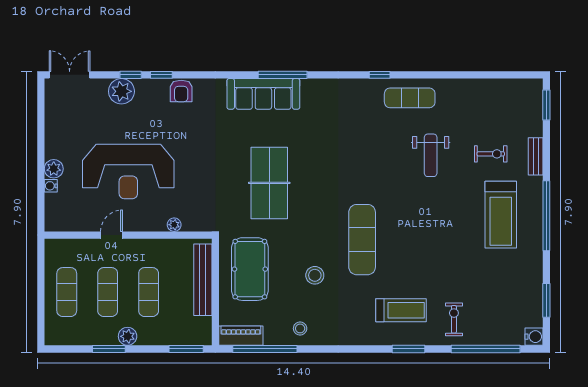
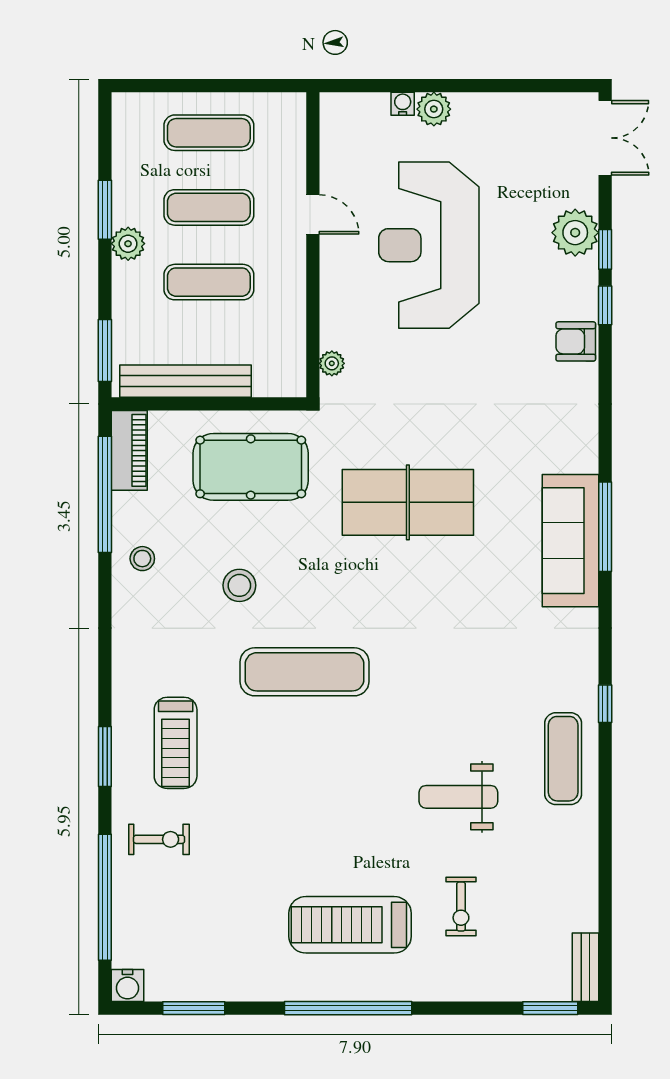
sofa: (263, 94) -> (570, 541), moved
bench: (536, 156) -> (585, 967), moved, turned 90
plant: (174, 225) -> (332, 363), moved
bench: (203, 280) -> (185, 381), moved

